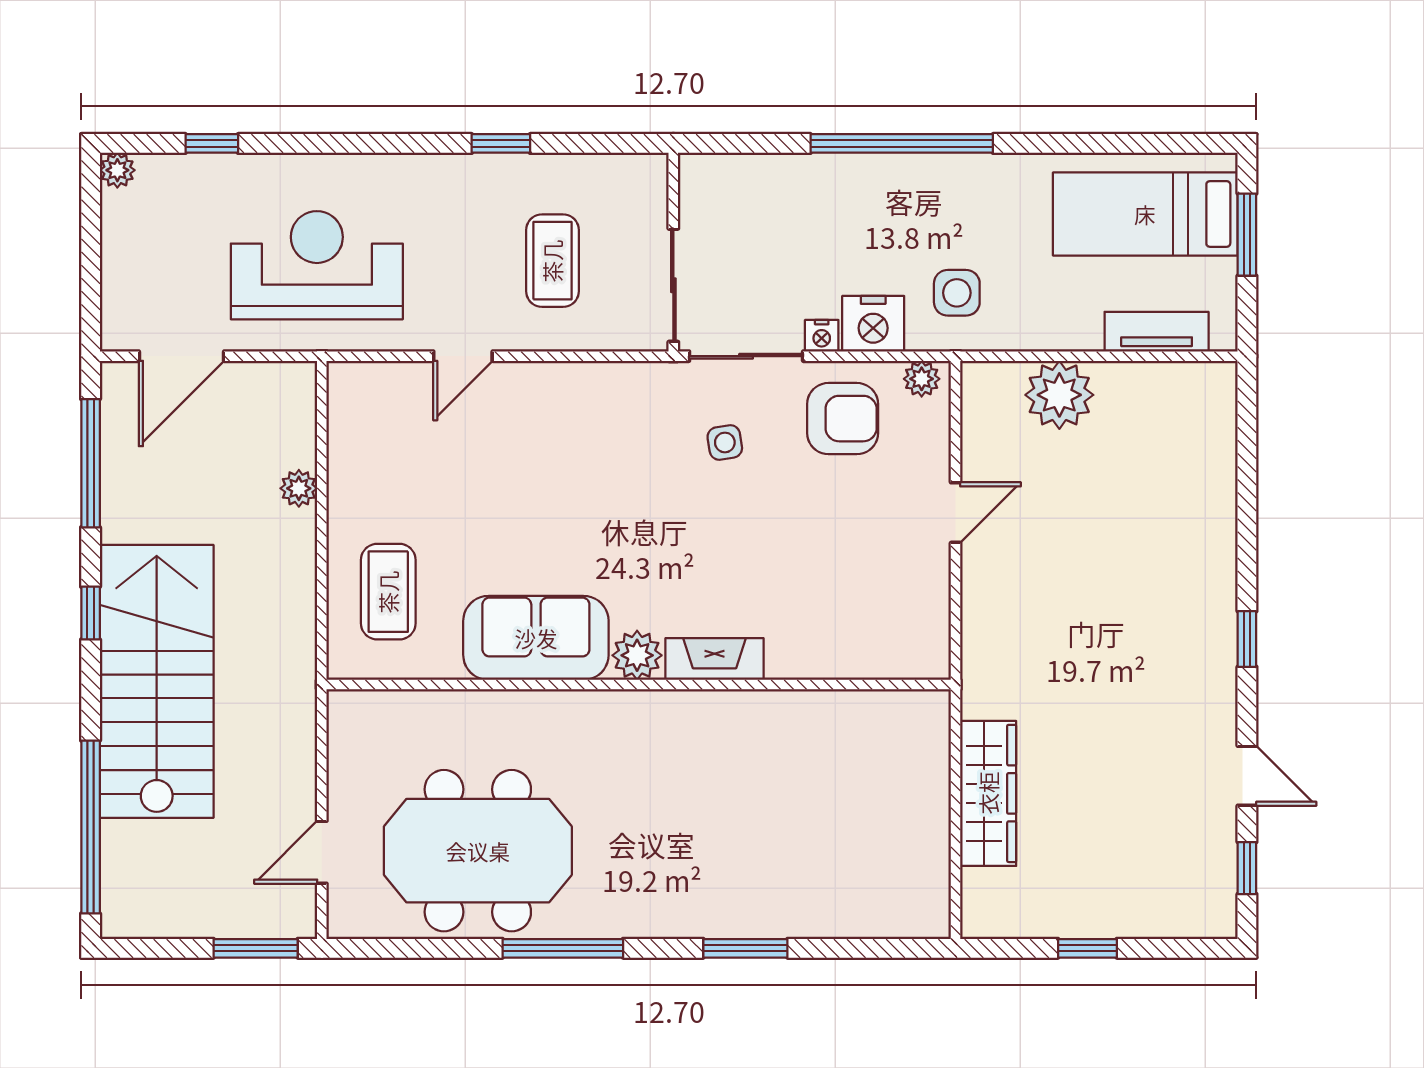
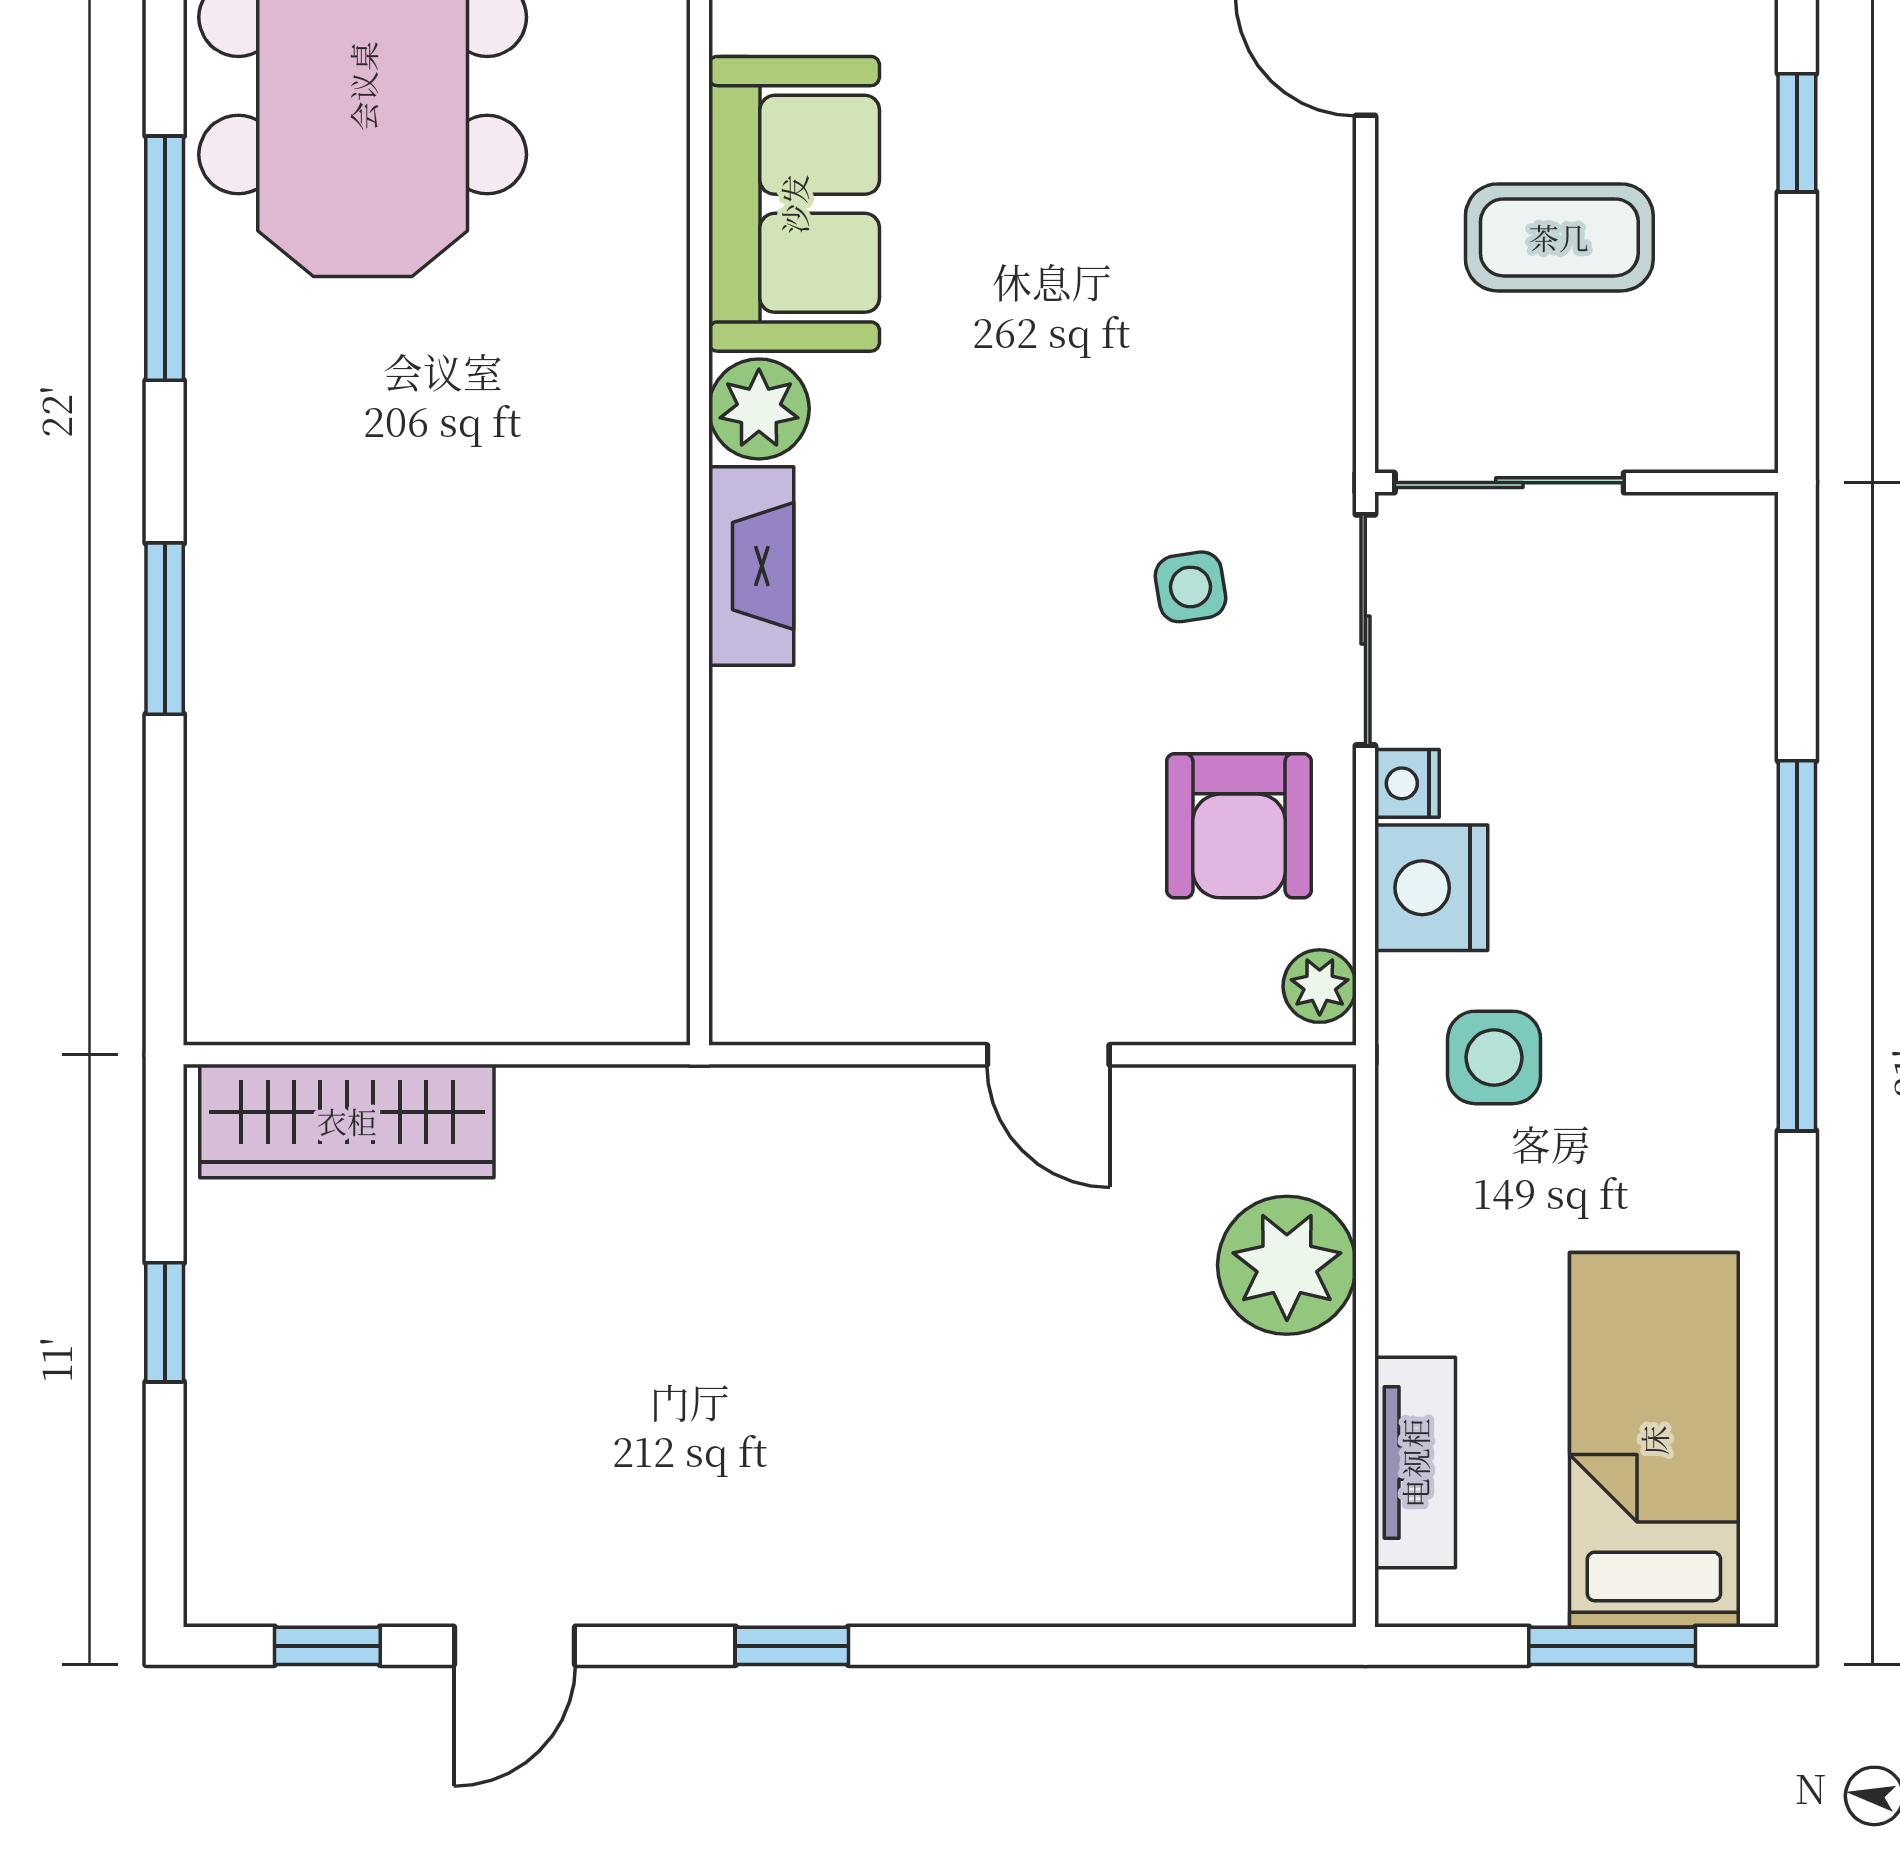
wardrobe: (988, 793) -> (347, 1121), moved

